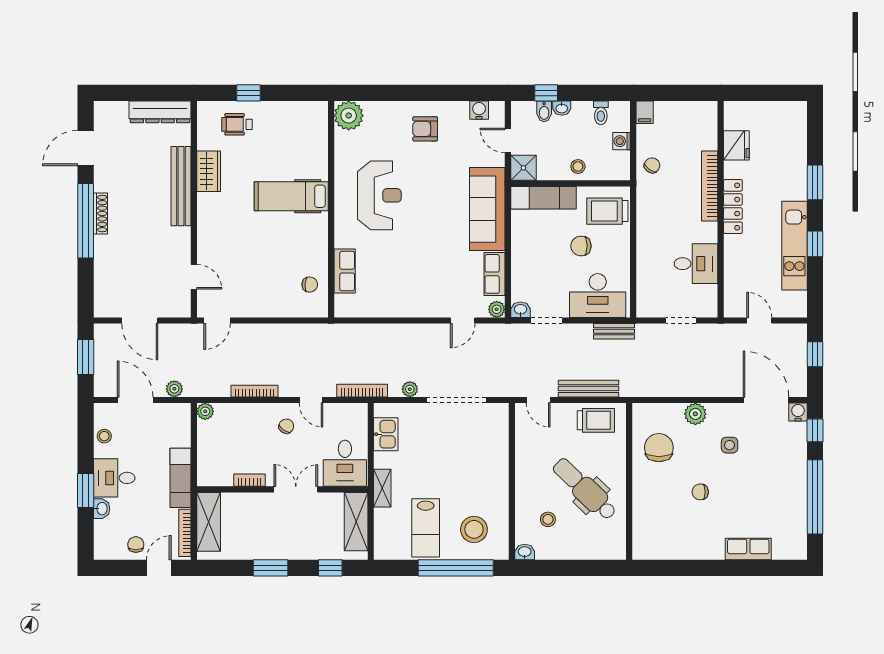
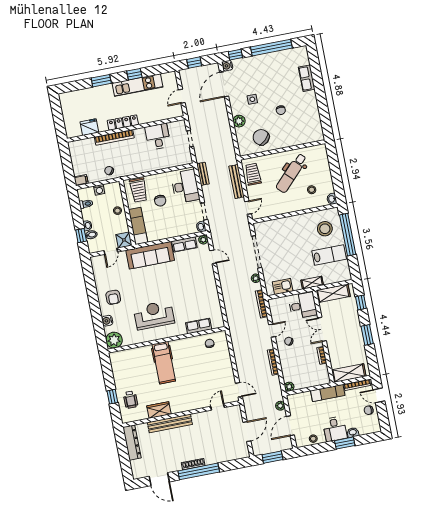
water cooler: (479, 110) -> (107, 321), moved
chair: (659, 448) -> (261, 137), turned 47

